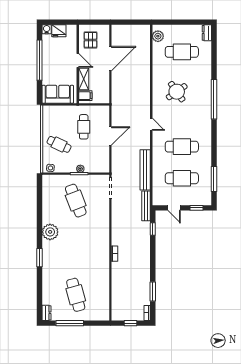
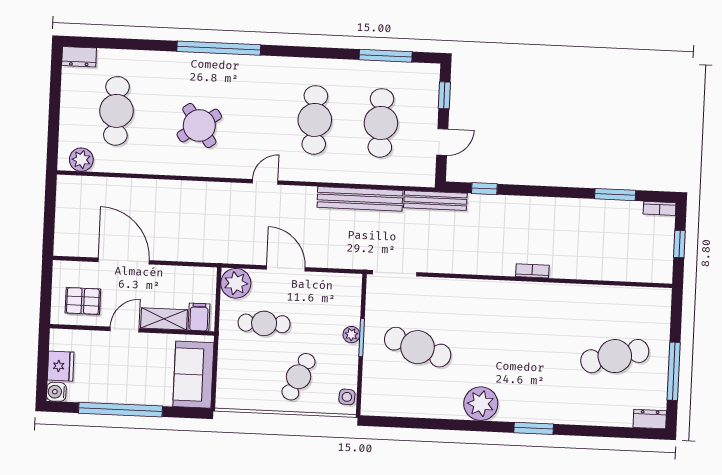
plant: (102, 112) -> (236, 283), added
cafe table: (76, 201) -> (418, 347), turned 39

